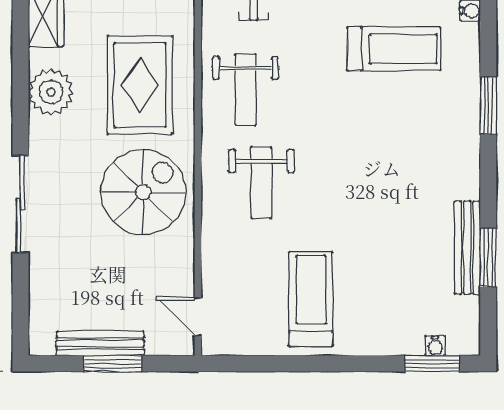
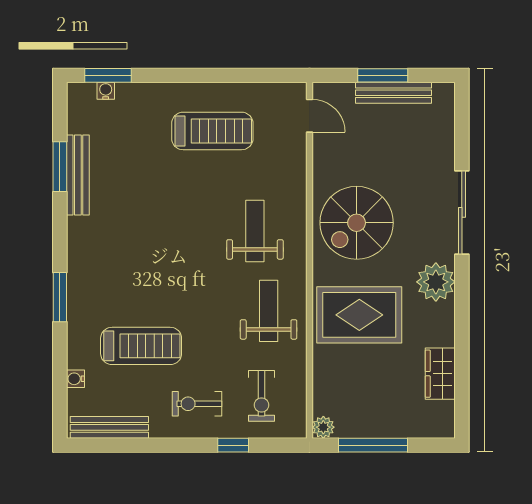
treadmill: (394, 49) -> (141, 346), turned 180
rug: (140, 85) -> (359, 315), turned 90
plant: (51, 92) -> (436, 282), moved
treadmill: (311, 299) -> (212, 131), turned -90

